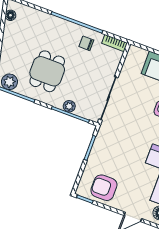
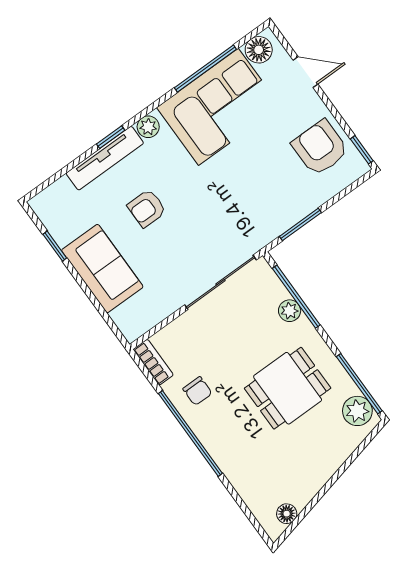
armchair: (104, 188) -> (320, 148), turned 180

